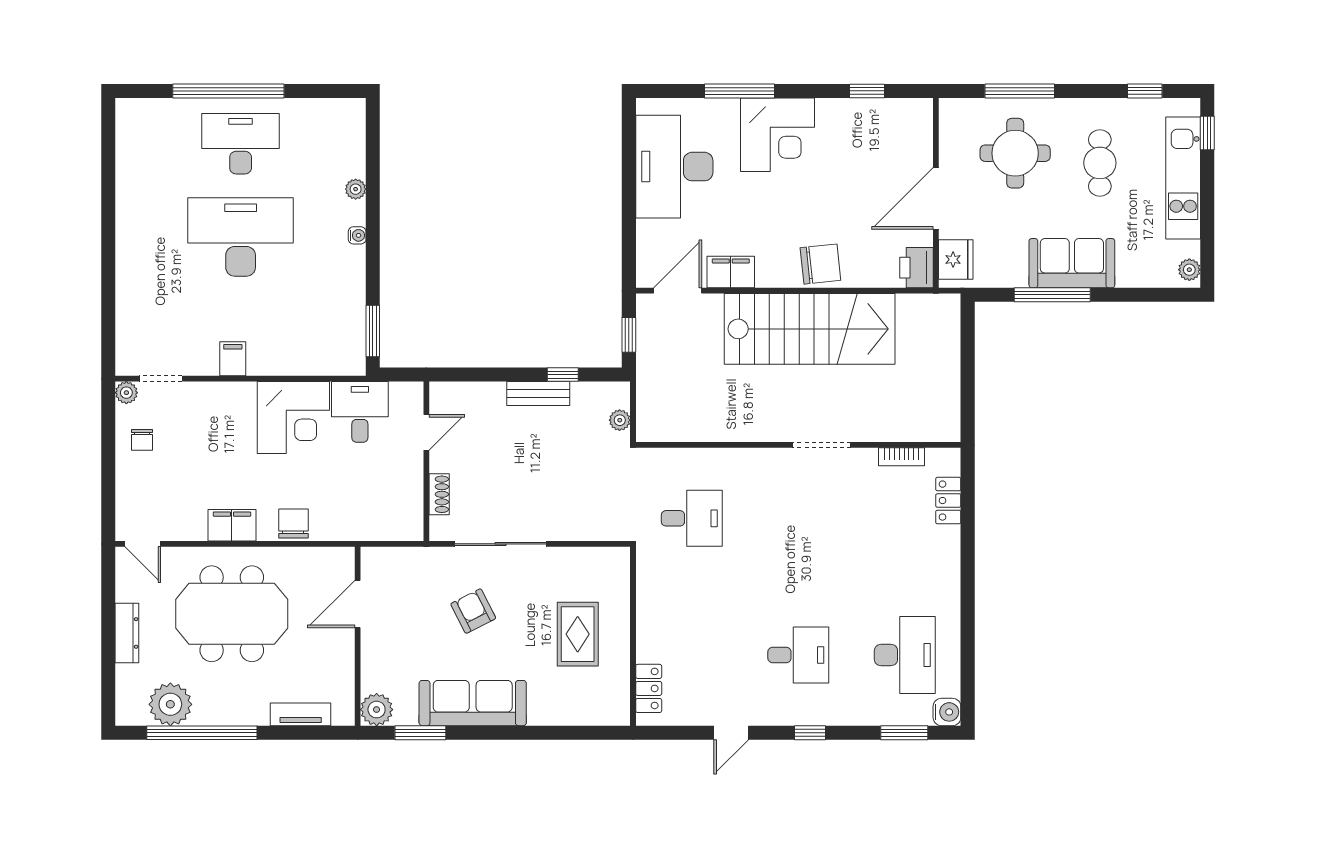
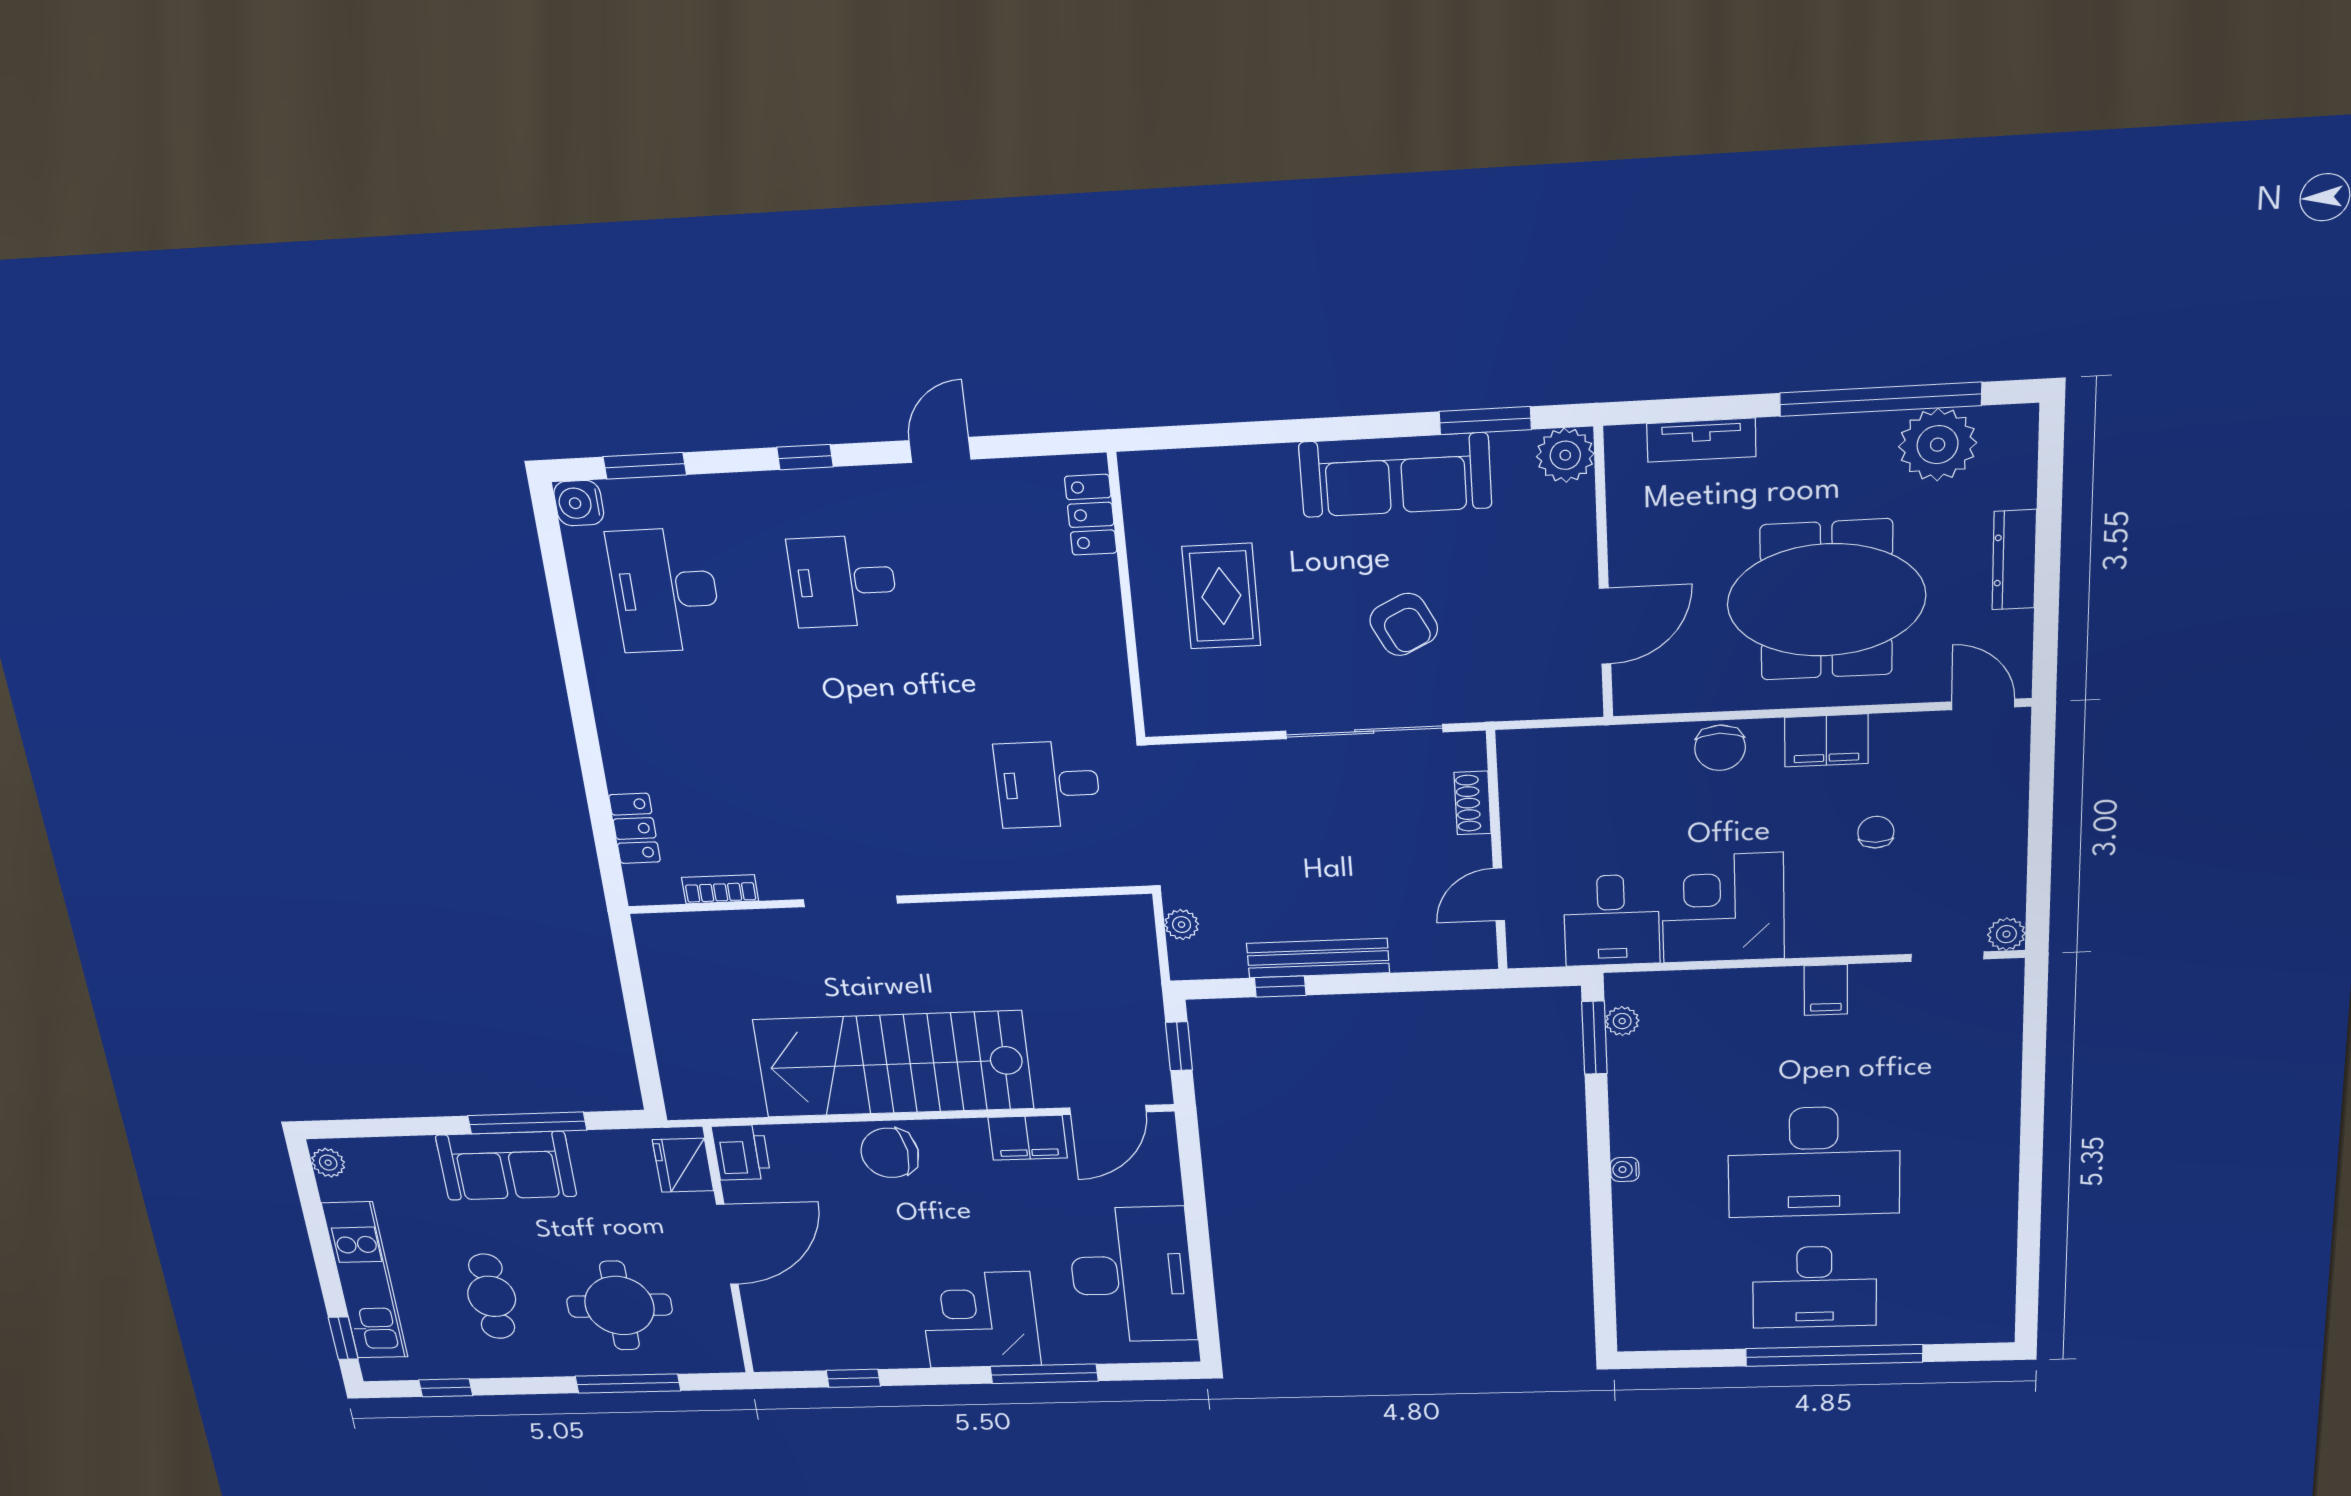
plant: (356, 189) -> (1622, 1021), moved
bench: (538, 394) -> (1318, 958), width x1.36
chair: (142, 440) -> (1876, 832), moved

